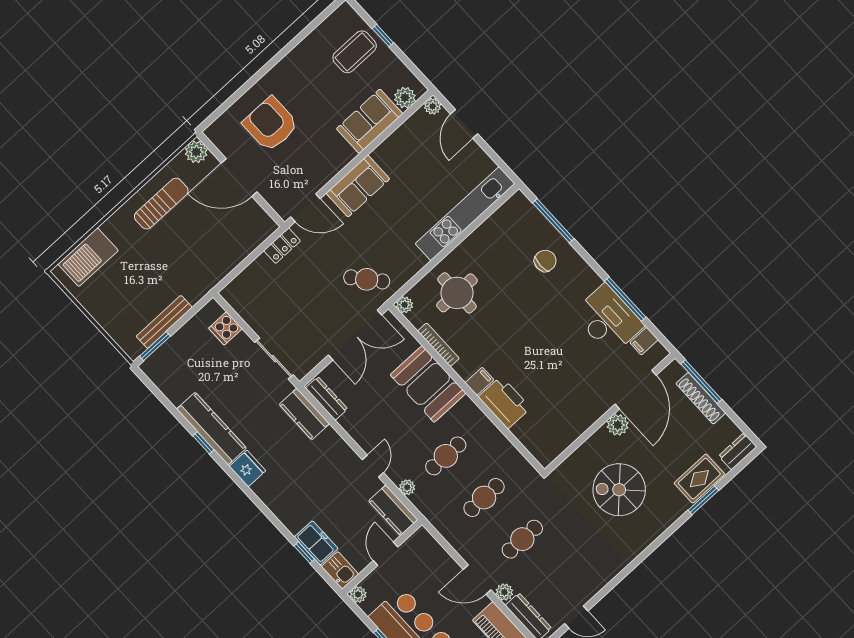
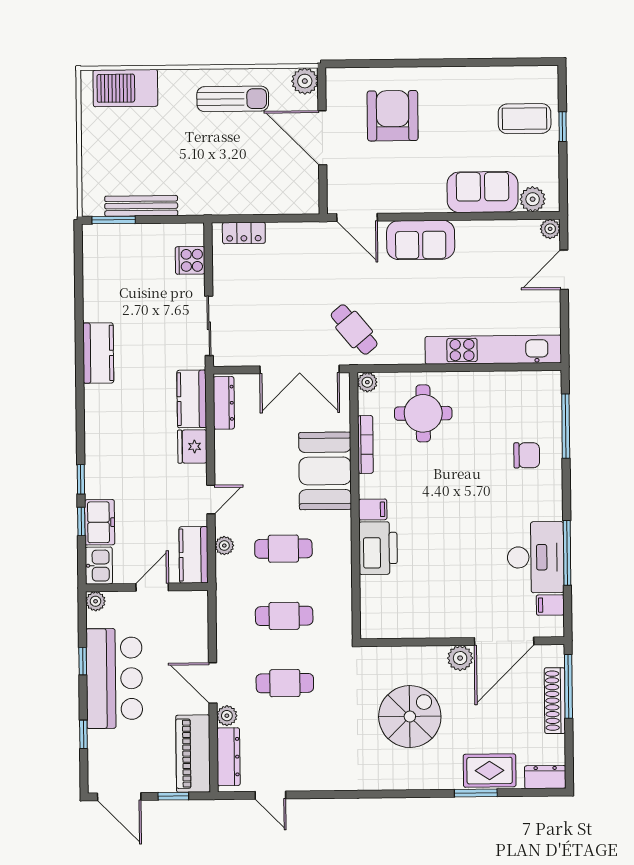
locker: (282, 246) -> (244, 233), moved
kitchen counter: (212, 429) -> (98, 353), width x0.67
window: (203, 443) -> (81, 479), moved
fridge: (247, 469) -> (192, 446), moved, turned 180
spiral stairs: (619, 490) -> (410, 717), turned 90

